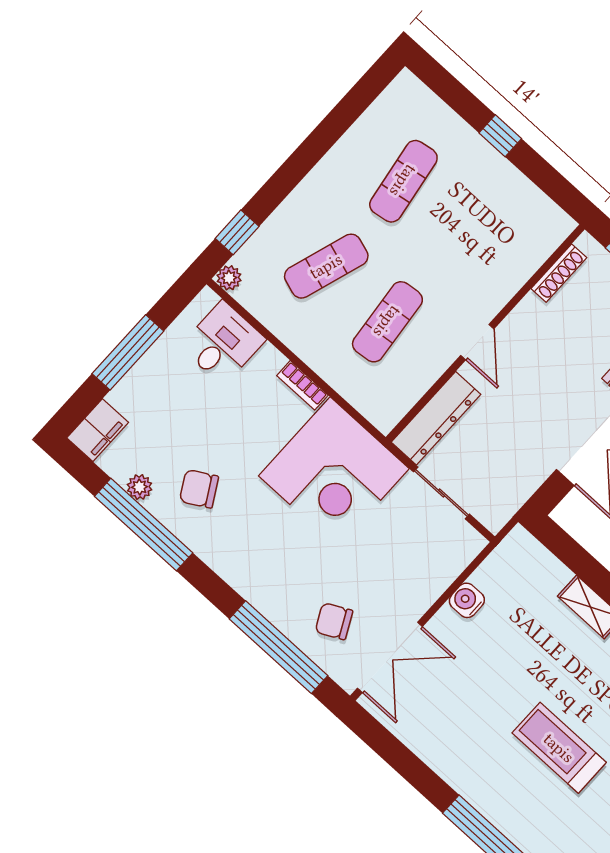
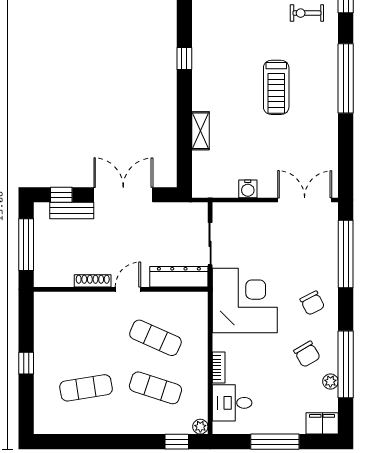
shoe rack: (559, 273) -> (93, 281), moved
exercise mat: (387, 322) -> (155, 338), turned 30
bookcase: (302, 385) -> (219, 368), moved
chair: (334, 621) -> (312, 303), moved

